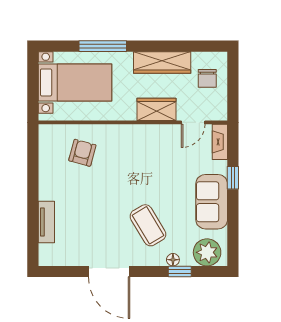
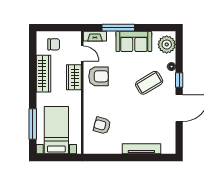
window: (103, 46) -> (33, 124), moved
armchair: (158, 147) -> (98, 76), added
window: (233, 178) -> (118, 28), width x2.17
tv unit: (46, 222) -> (141, 149), width x1.41
window: (180, 272) -> (179, 80), moved

